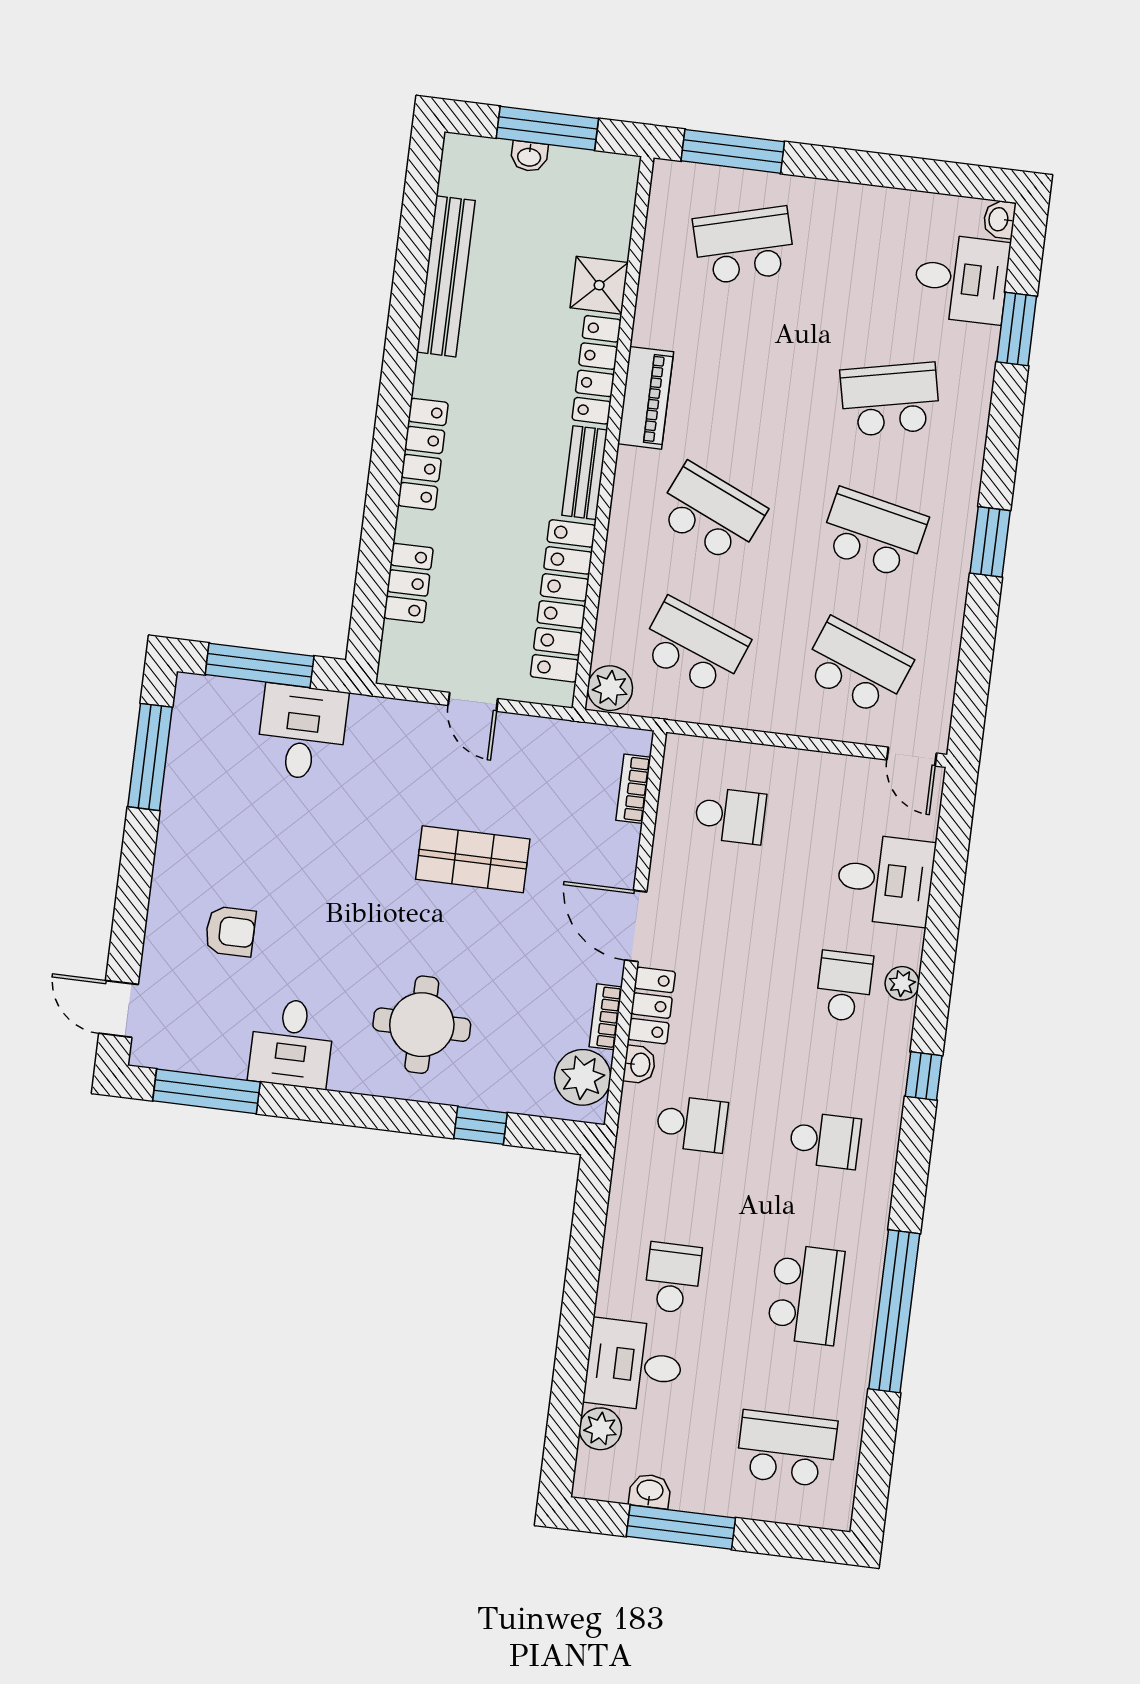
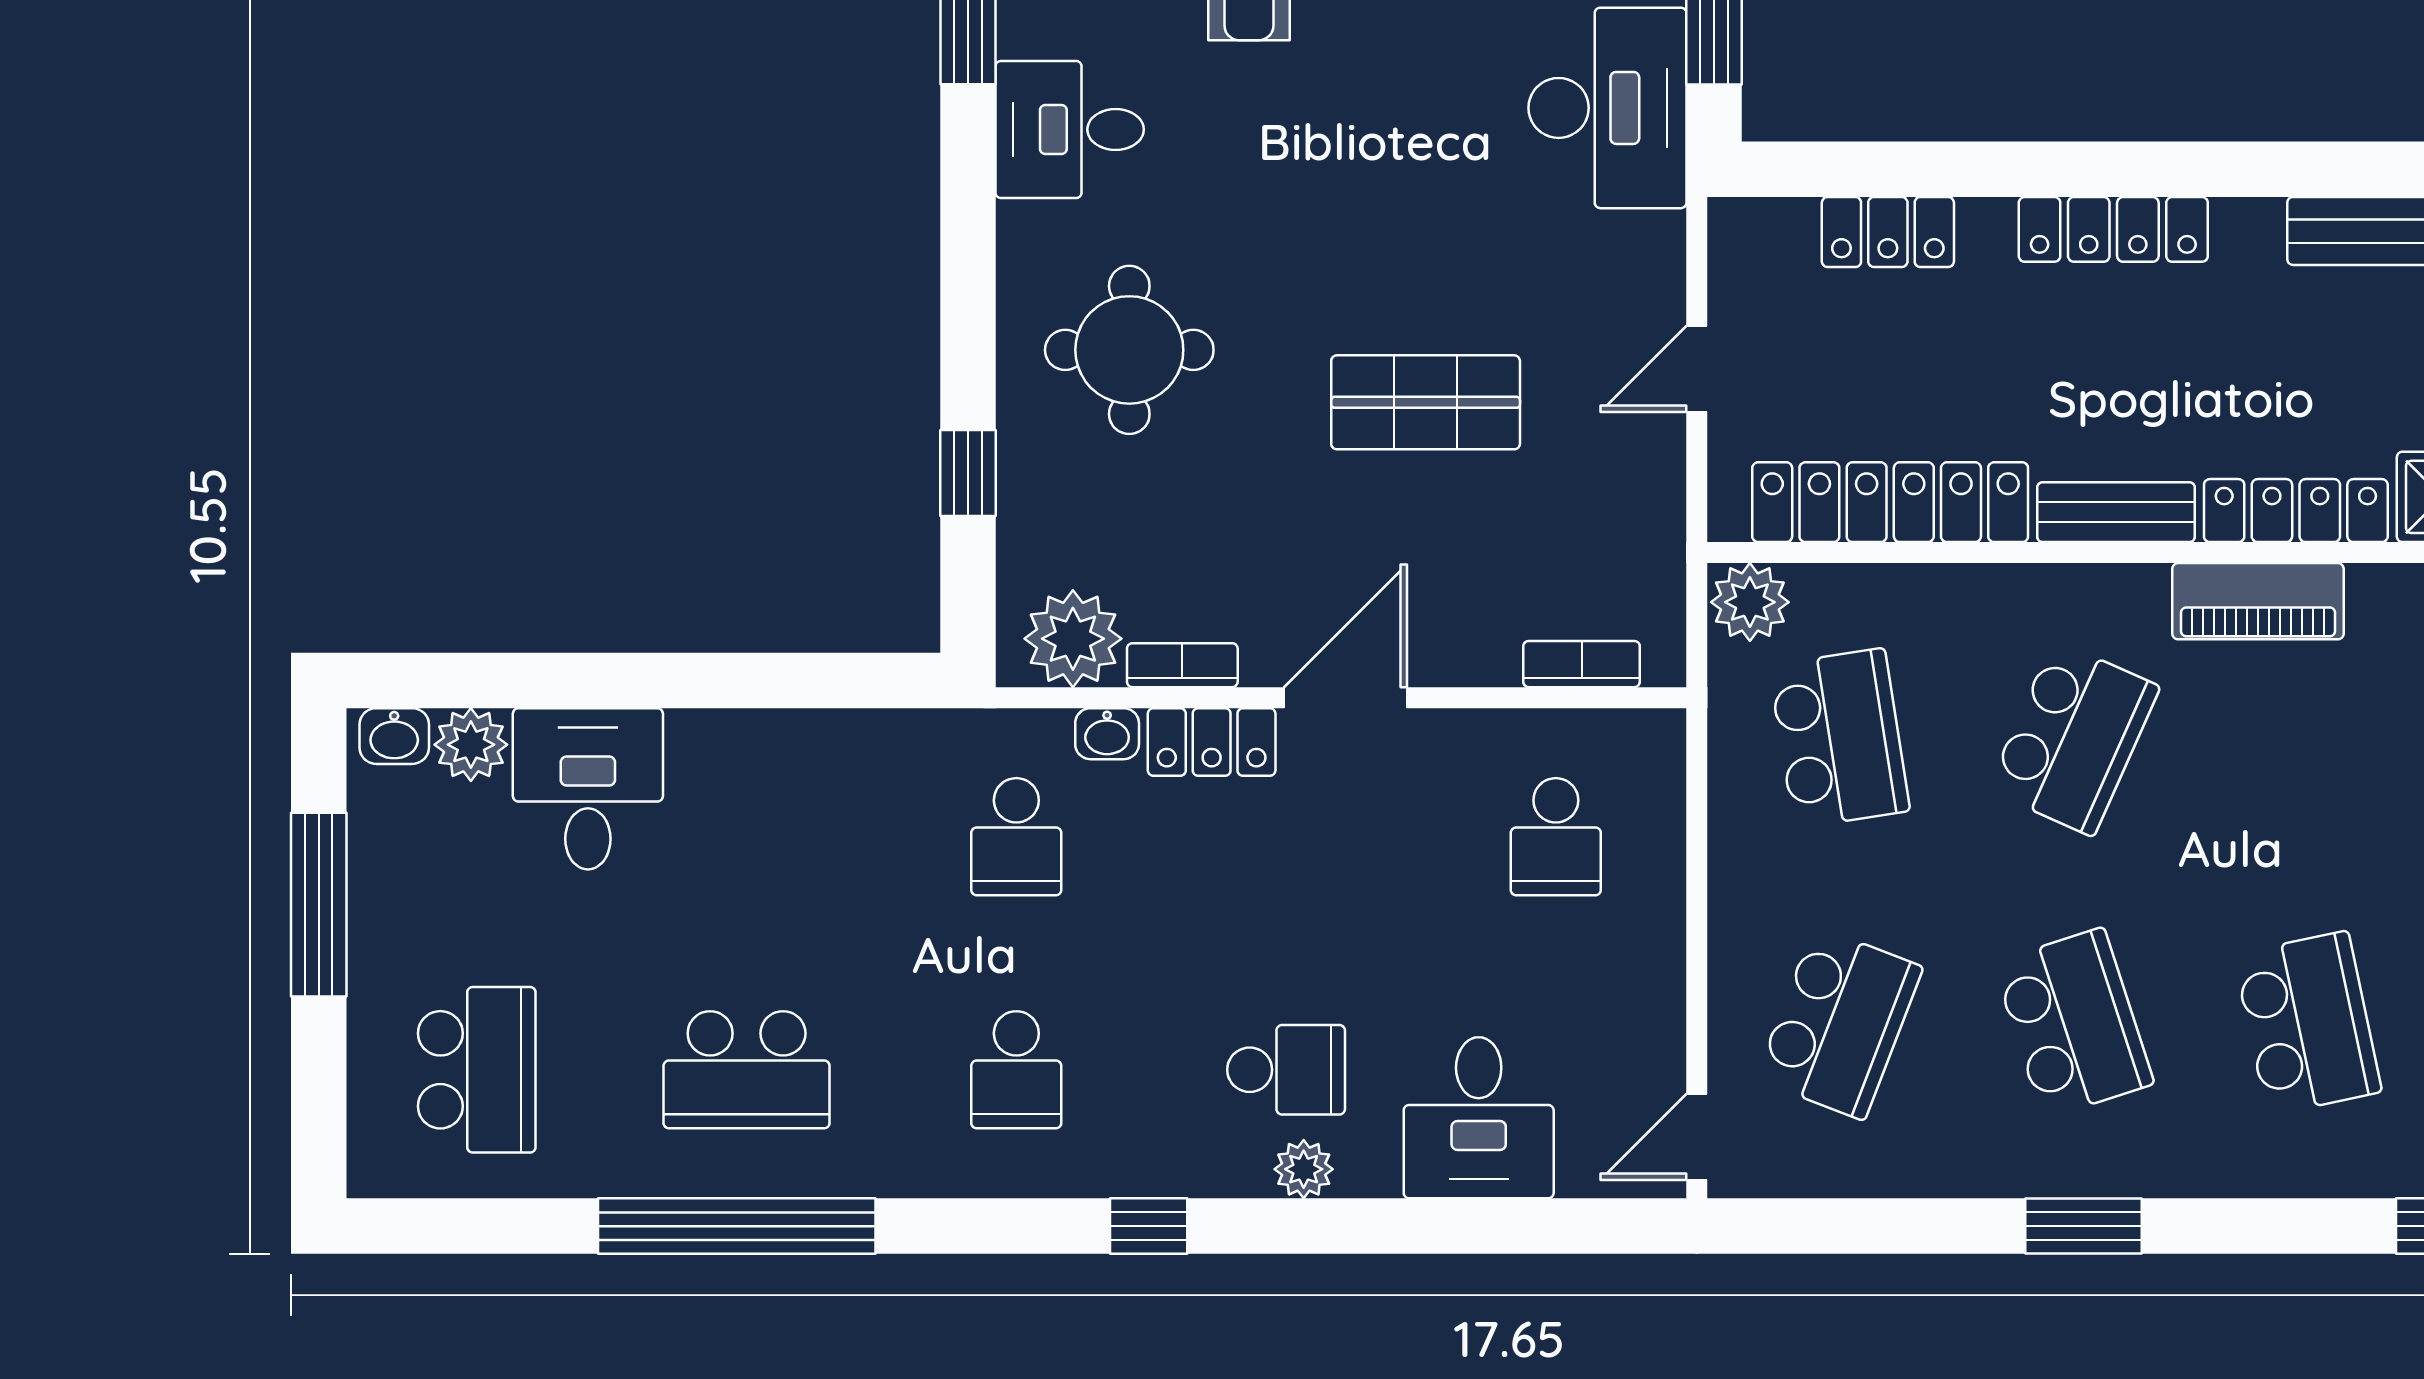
school desk: (873, 533) -> (2074, 1023), turned -30
school desk: (694, 647) -> (1839, 738), turned -30
desk: (302, 732) -> (1607, 108), width x1.37
shop shelf: (473, 859) -> (1426, 402), turned 90
school desk: (673, 1278) -> (747, 837), removed
washbasin: (650, 1491) -> (394, 736), moved, turned 90

